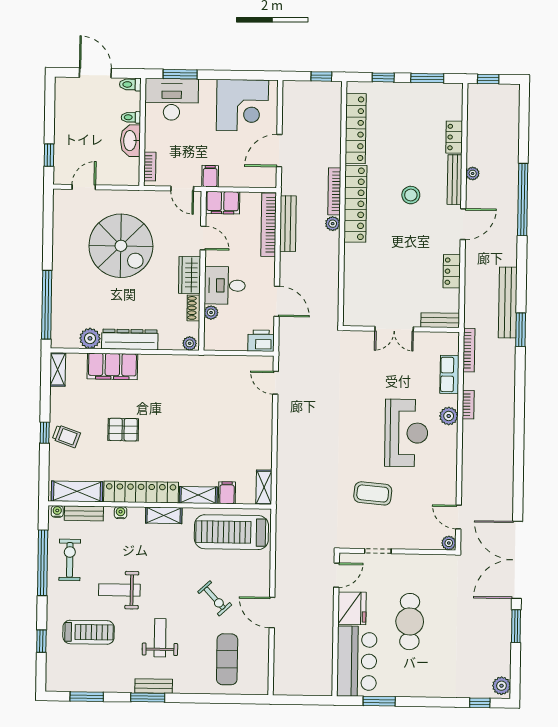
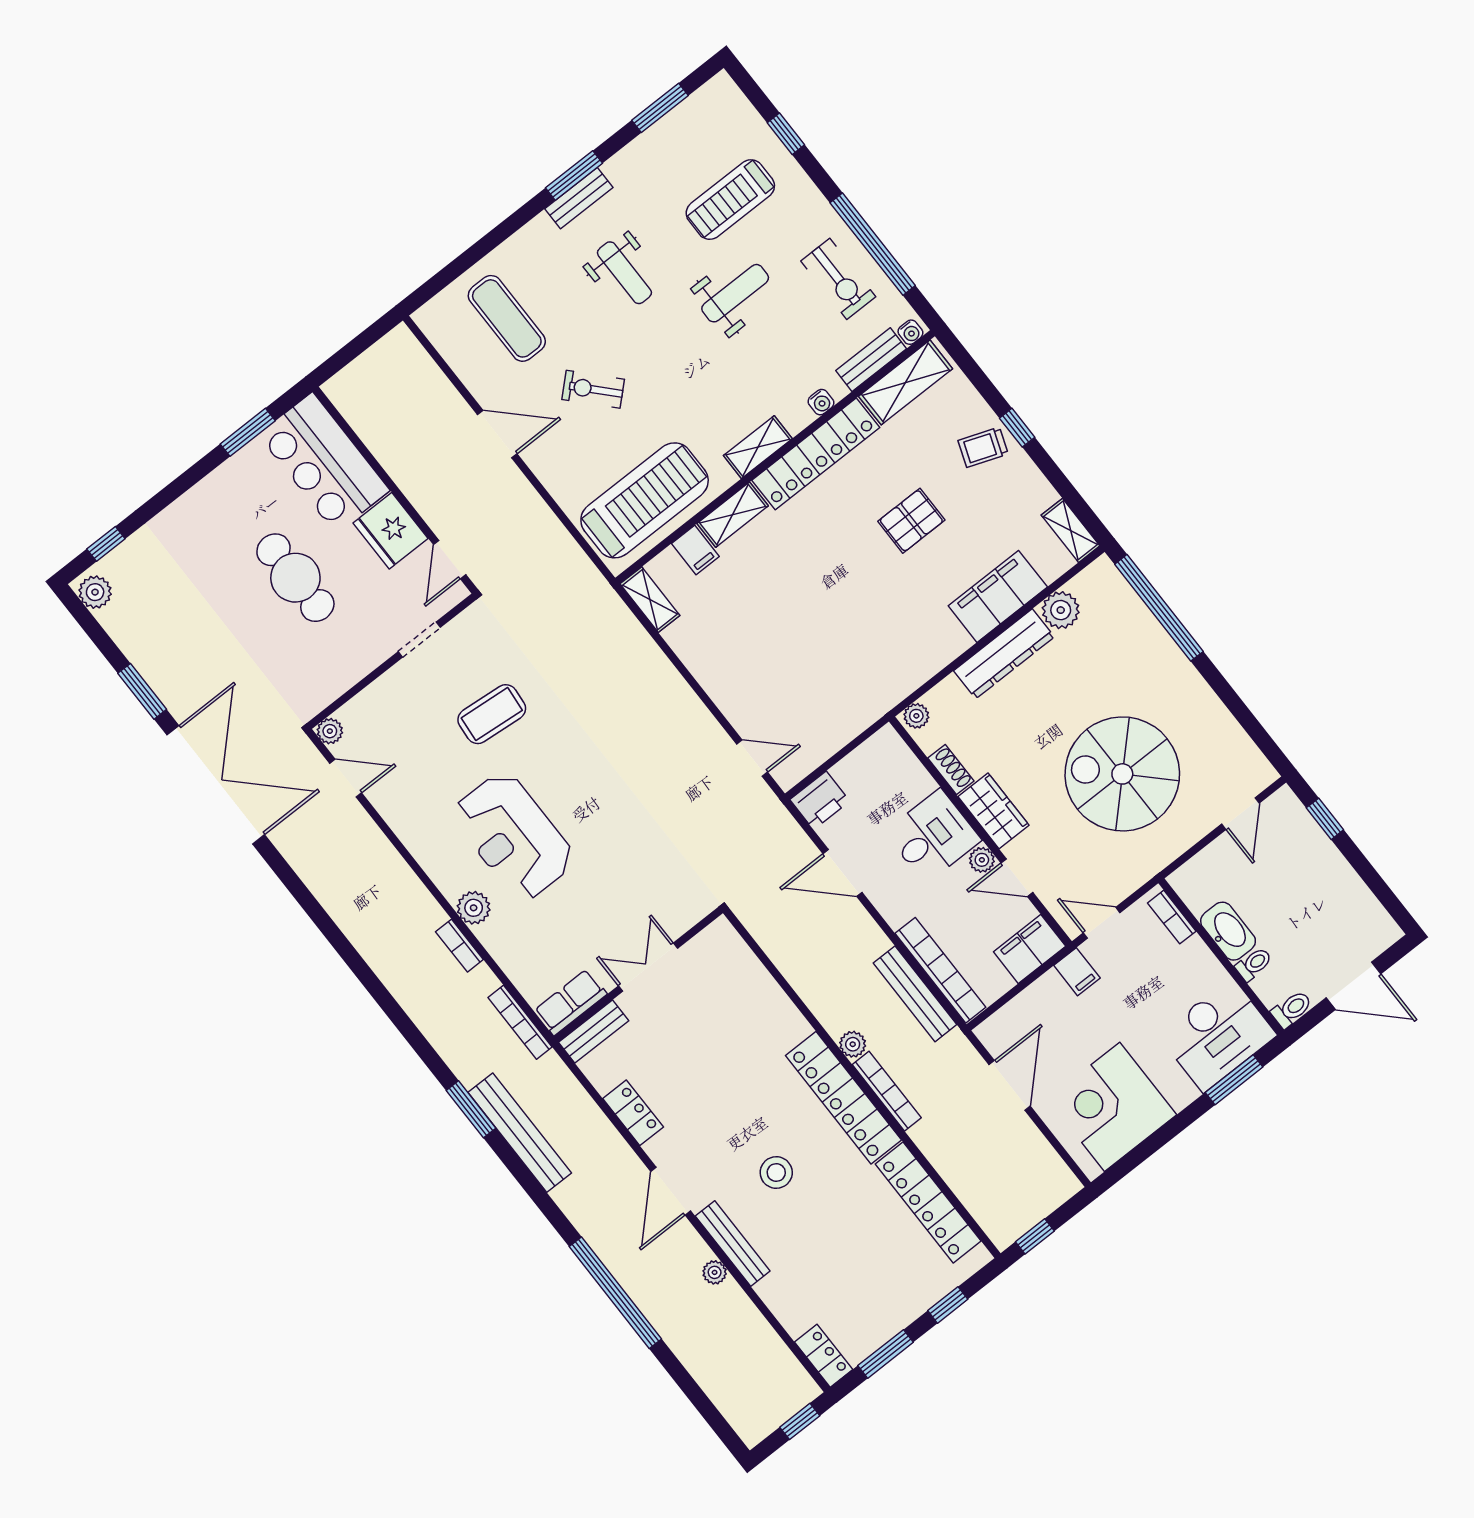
locker: (454, 137) -> (824, 1356), moved
plant: (211, 313) -> (982, 860), moved
row of seats: (449, 374) -> (571, 1002), moved, turned -90

